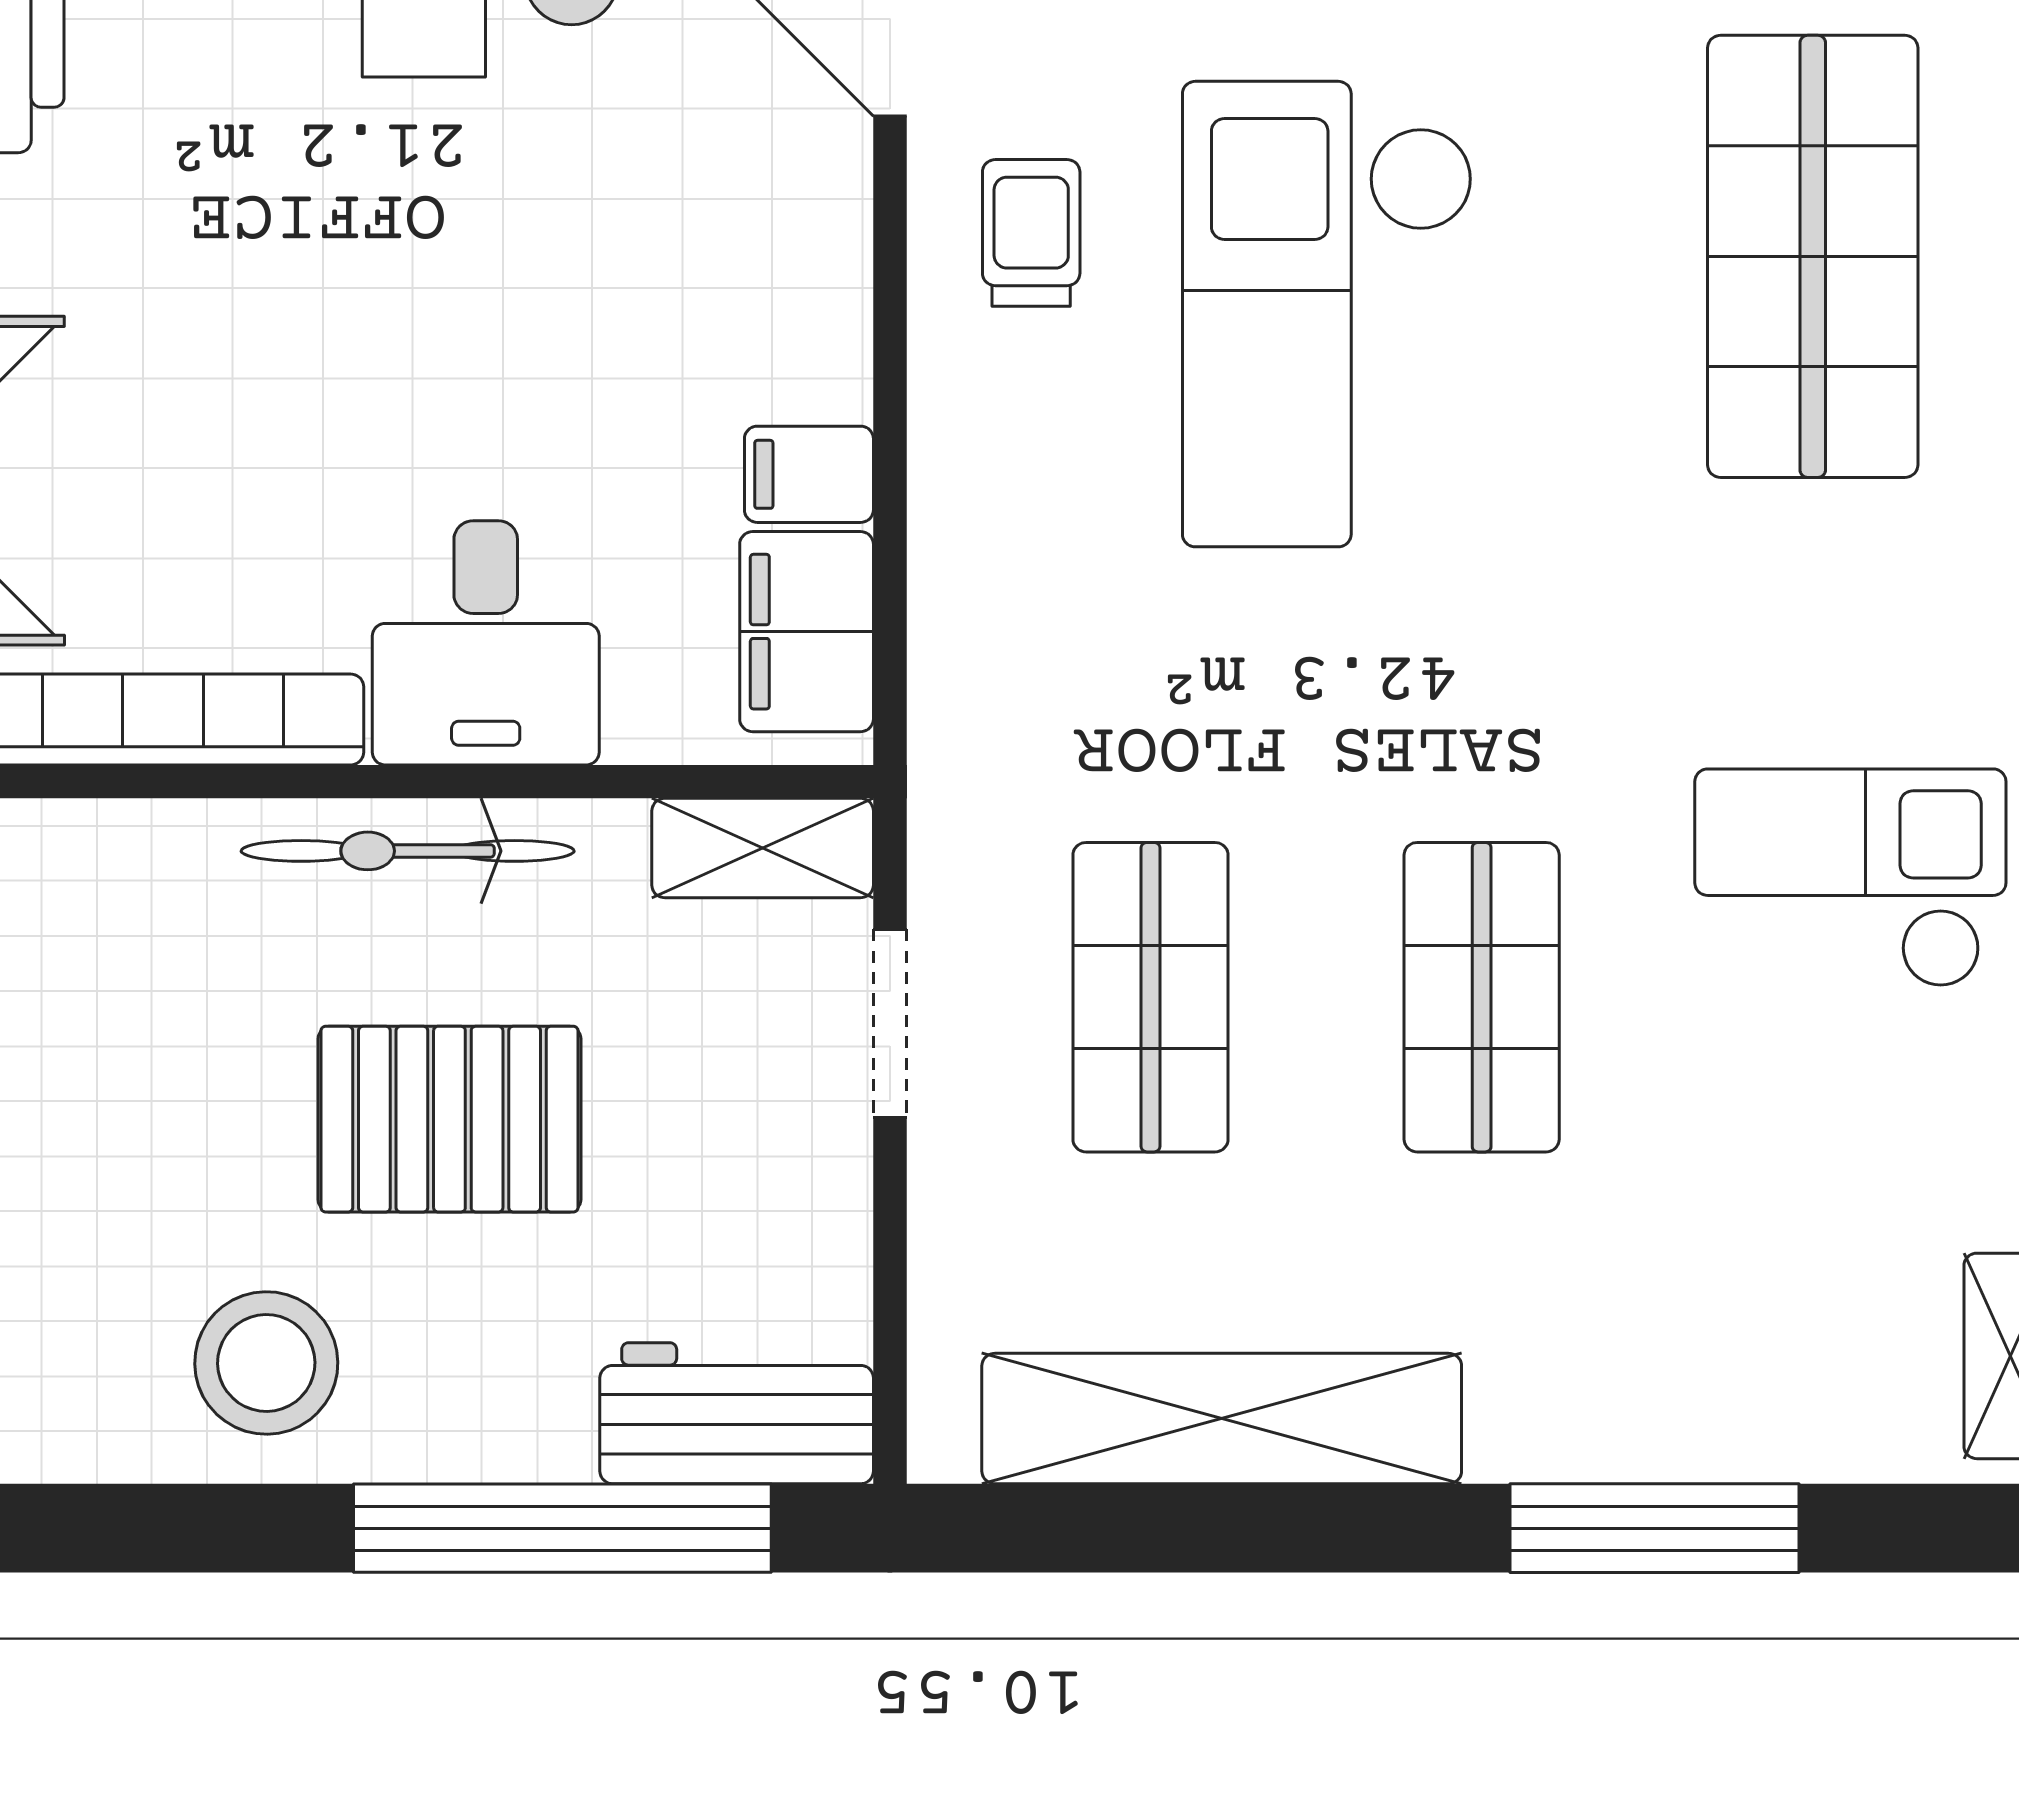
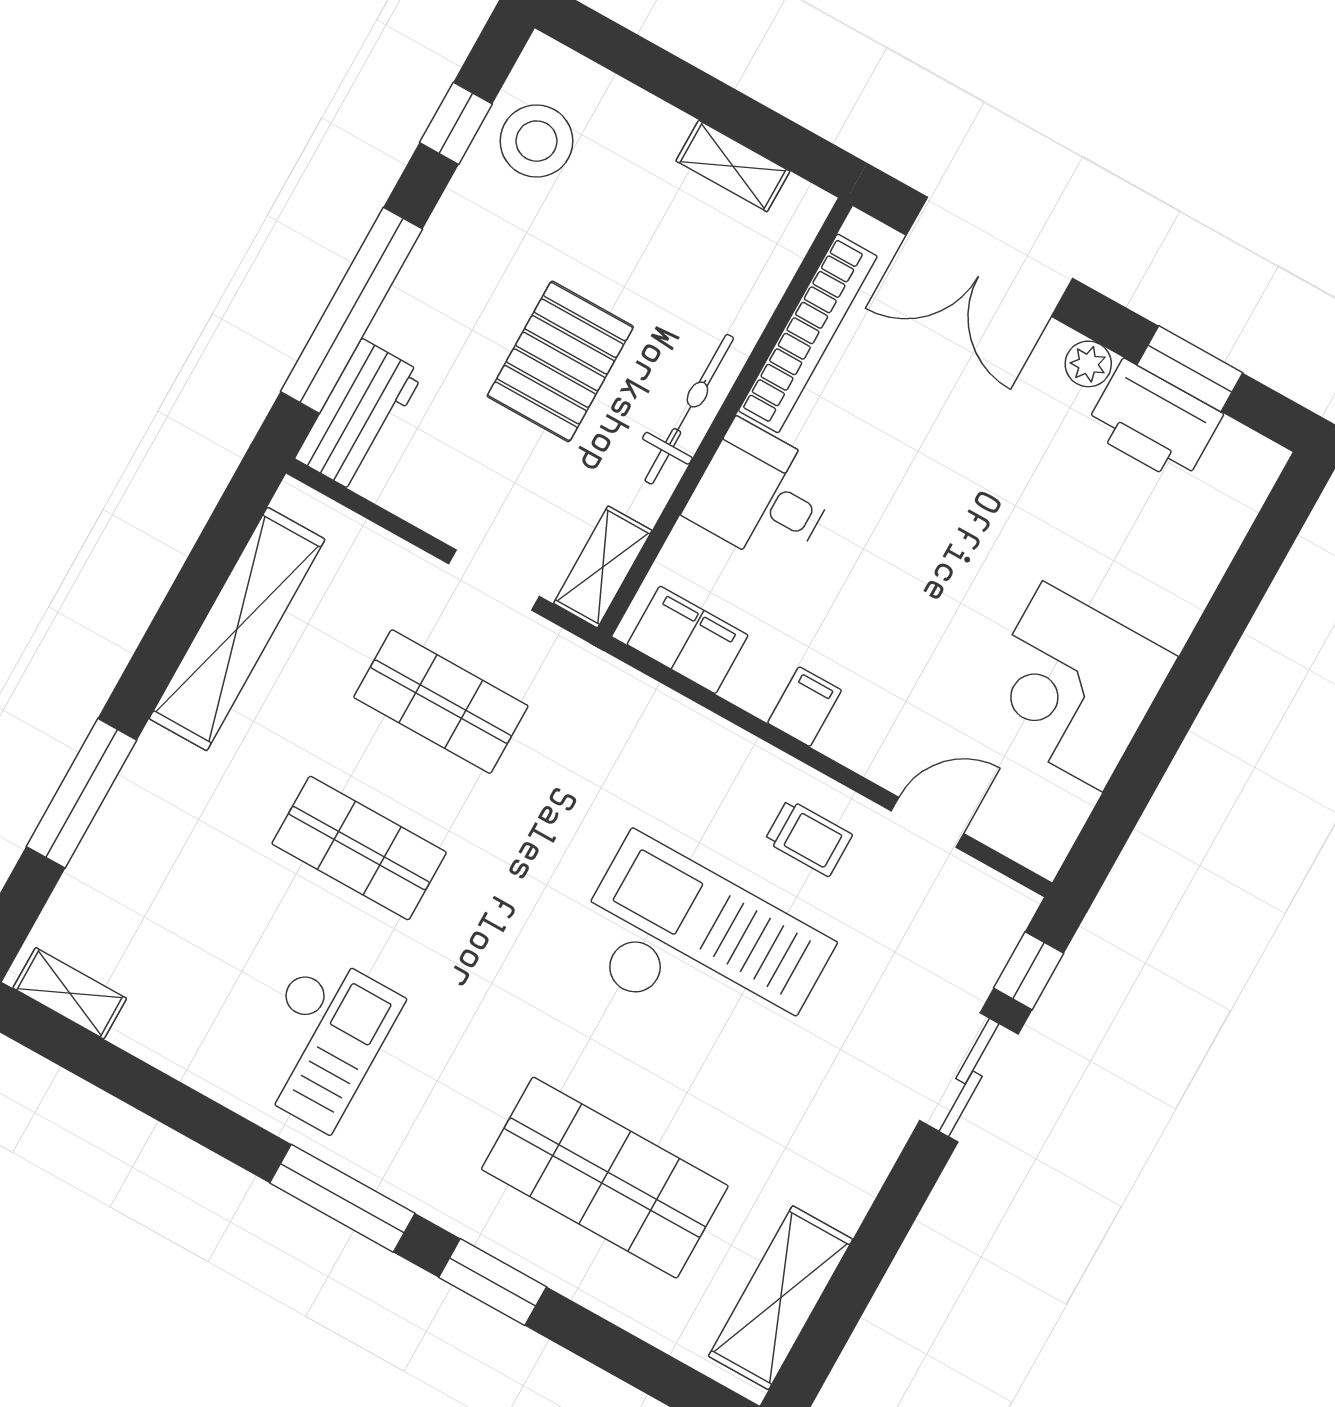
filing cabinet: (809, 474) -> (805, 707), moved
stool: (266, 1363) -> (536, 141), moved
window: (140, 1528) -> (456, 123), added

